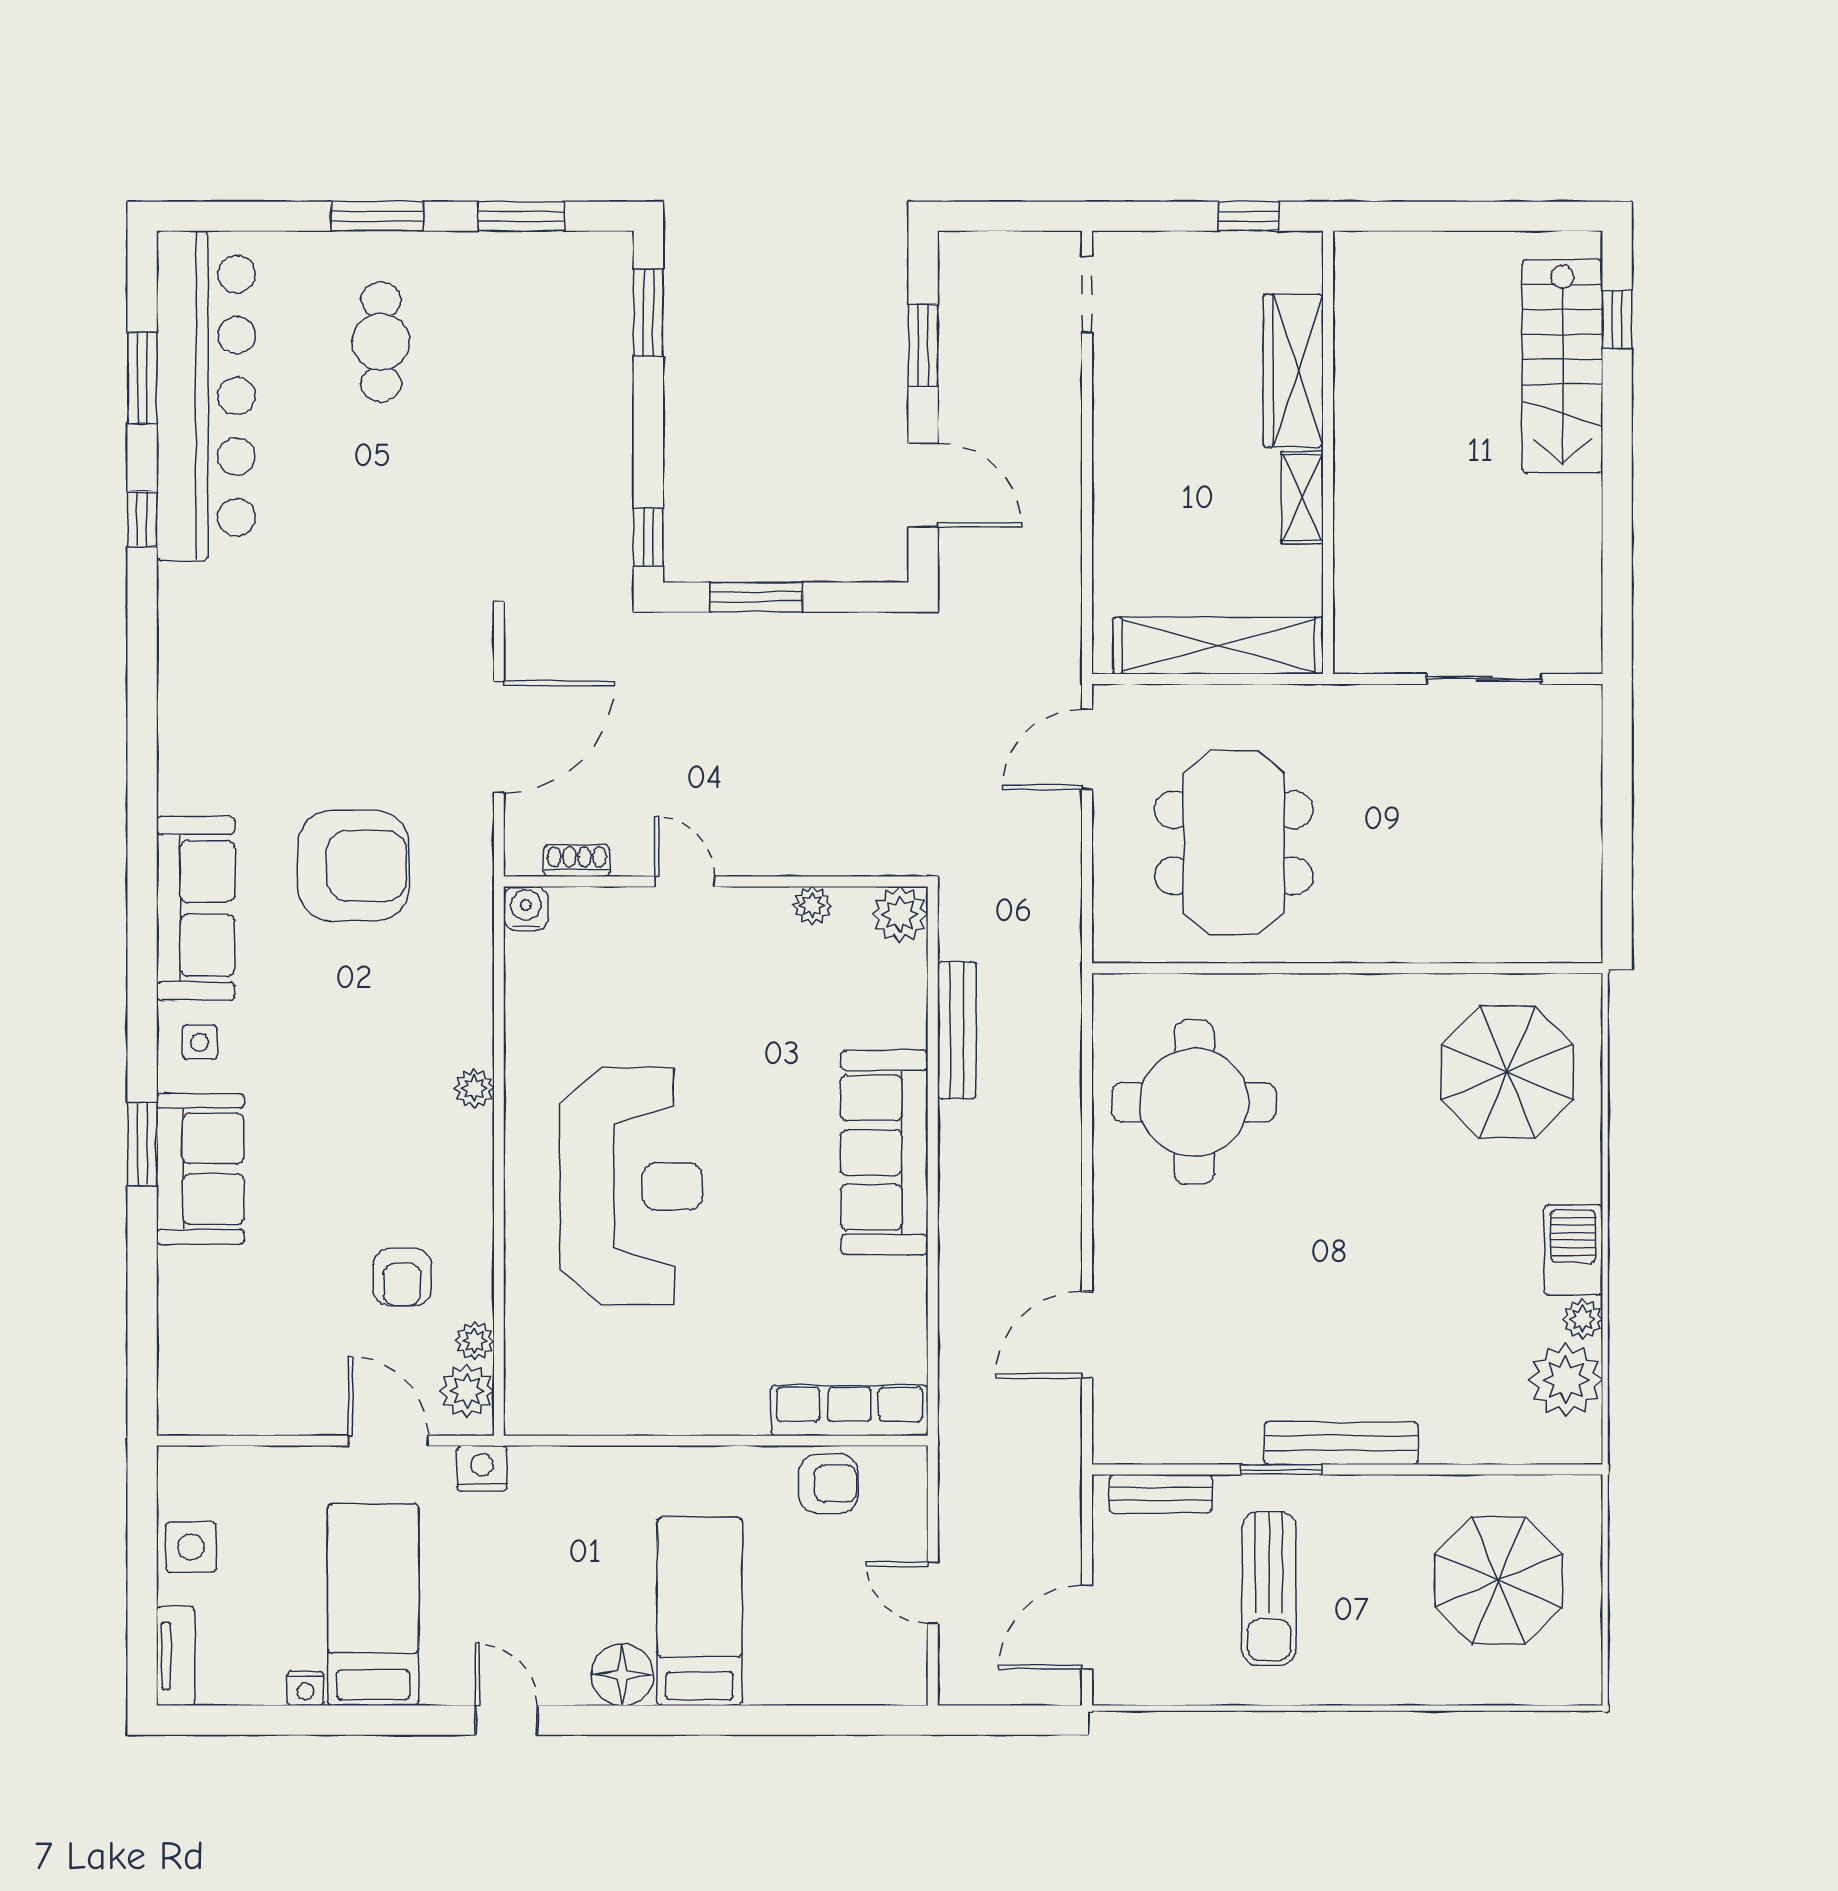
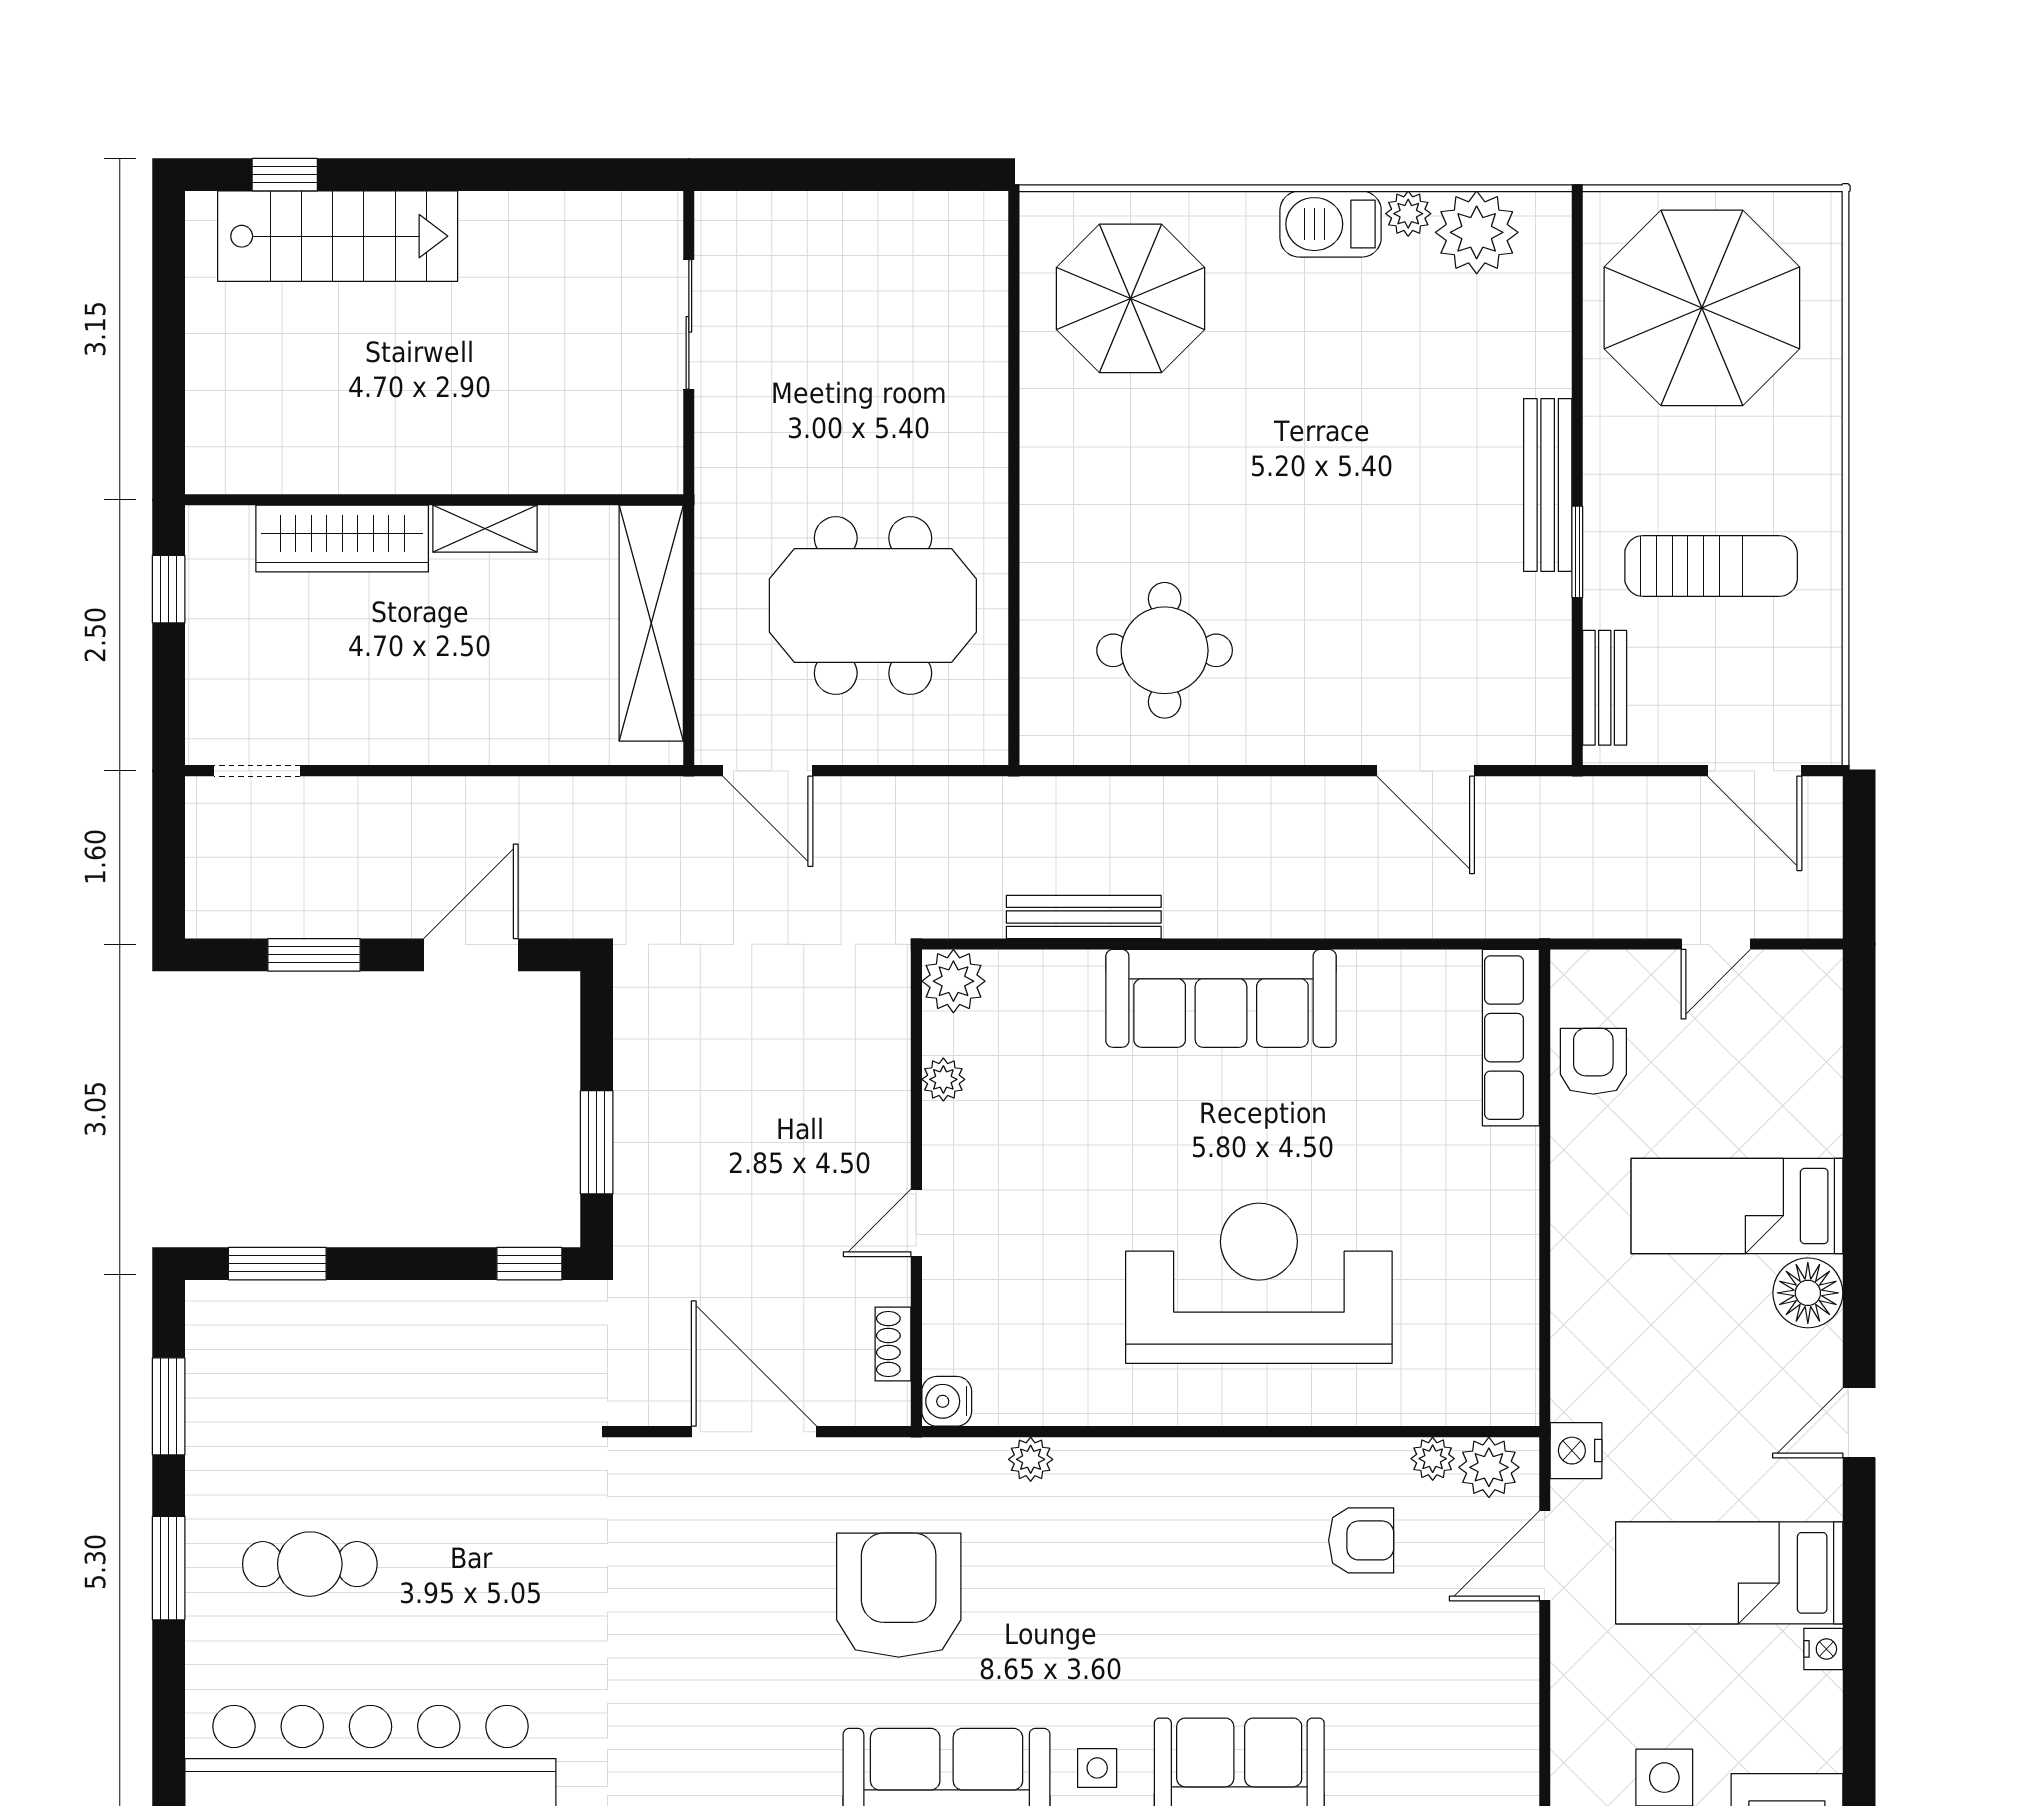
plant: (474, 1088) -> (1031, 1459), moved
round table: (1194, 1102) -> (1165, 650), width x0.73, depth x0.73
parasol: (1499, 1580) -> (1702, 308), width x1.36, depth x1.36

